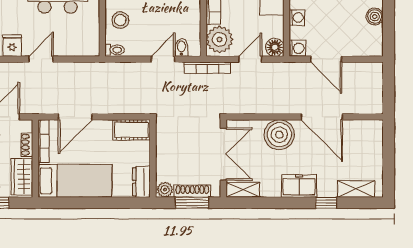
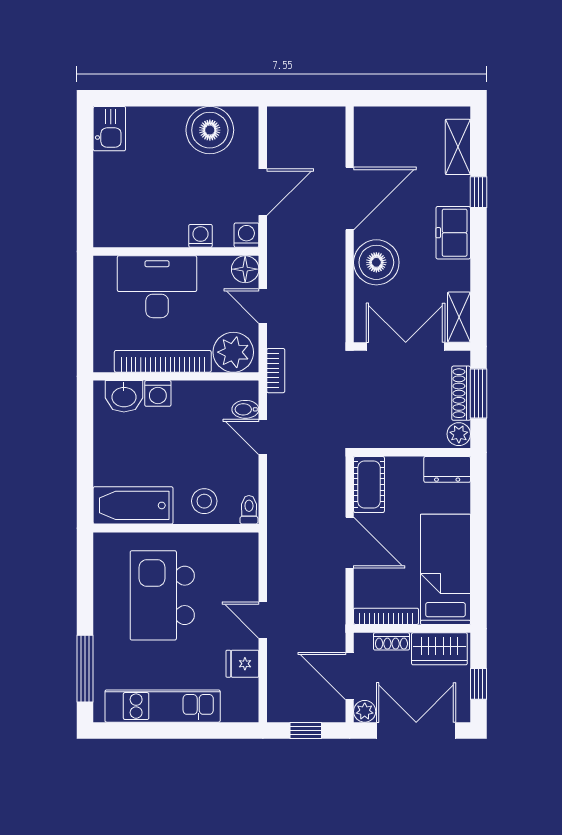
boiler: (375, 16) -> (210, 130), width x1.86, depth x1.86
bookcase: (207, 68) -> (276, 371), width x0.64
door: (75, 117) -> (350, 543), moved

